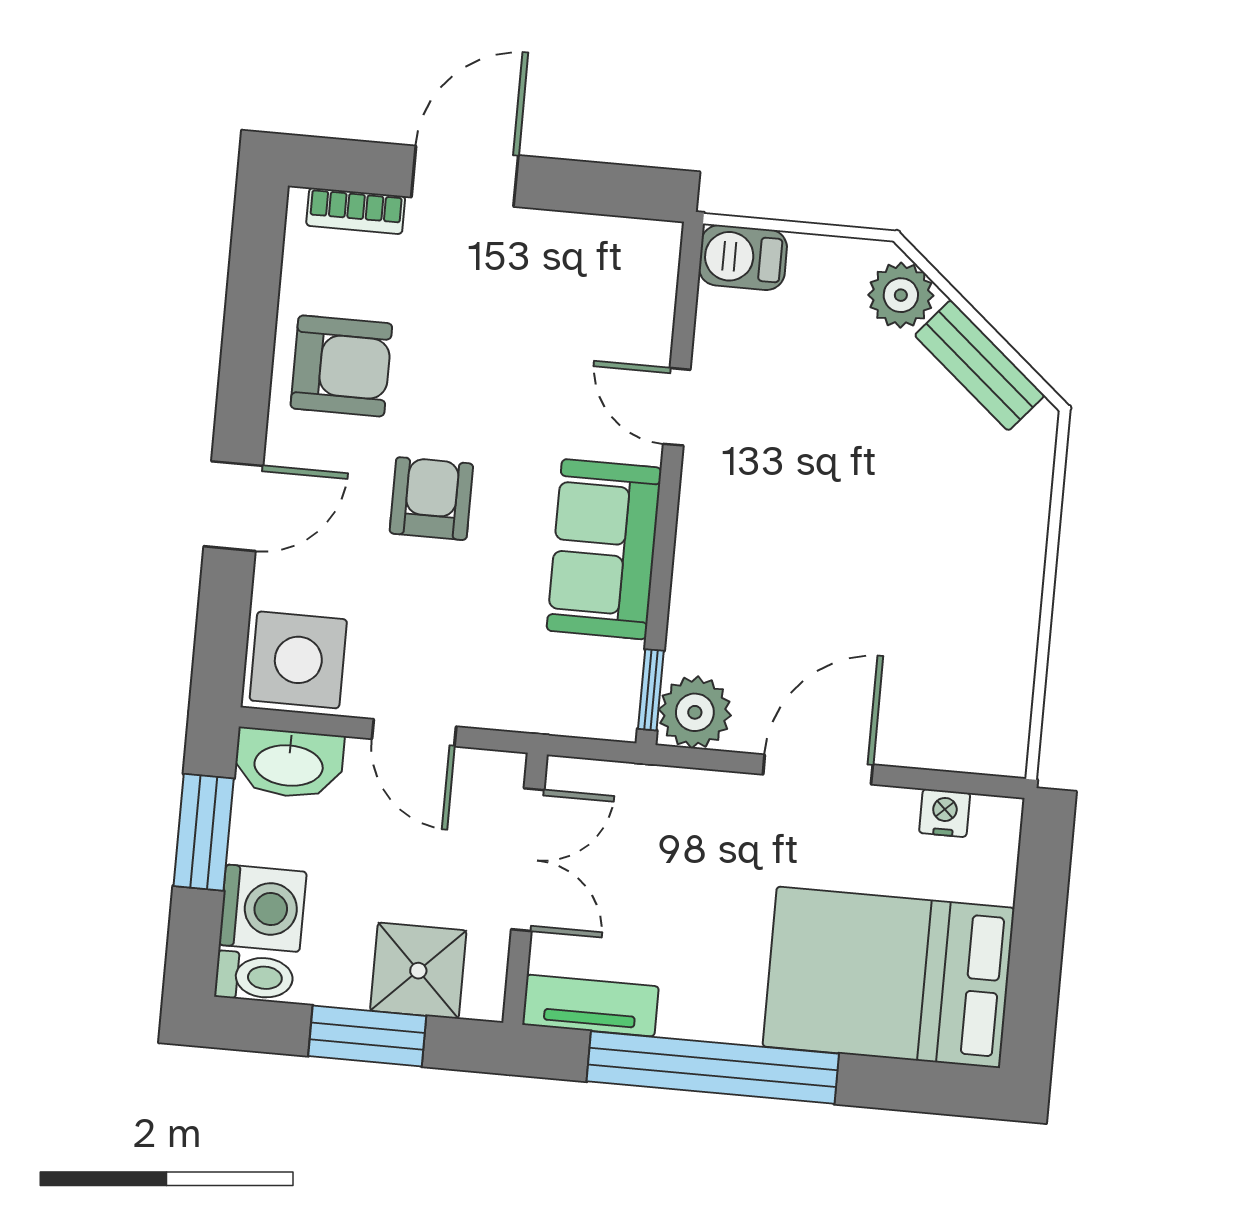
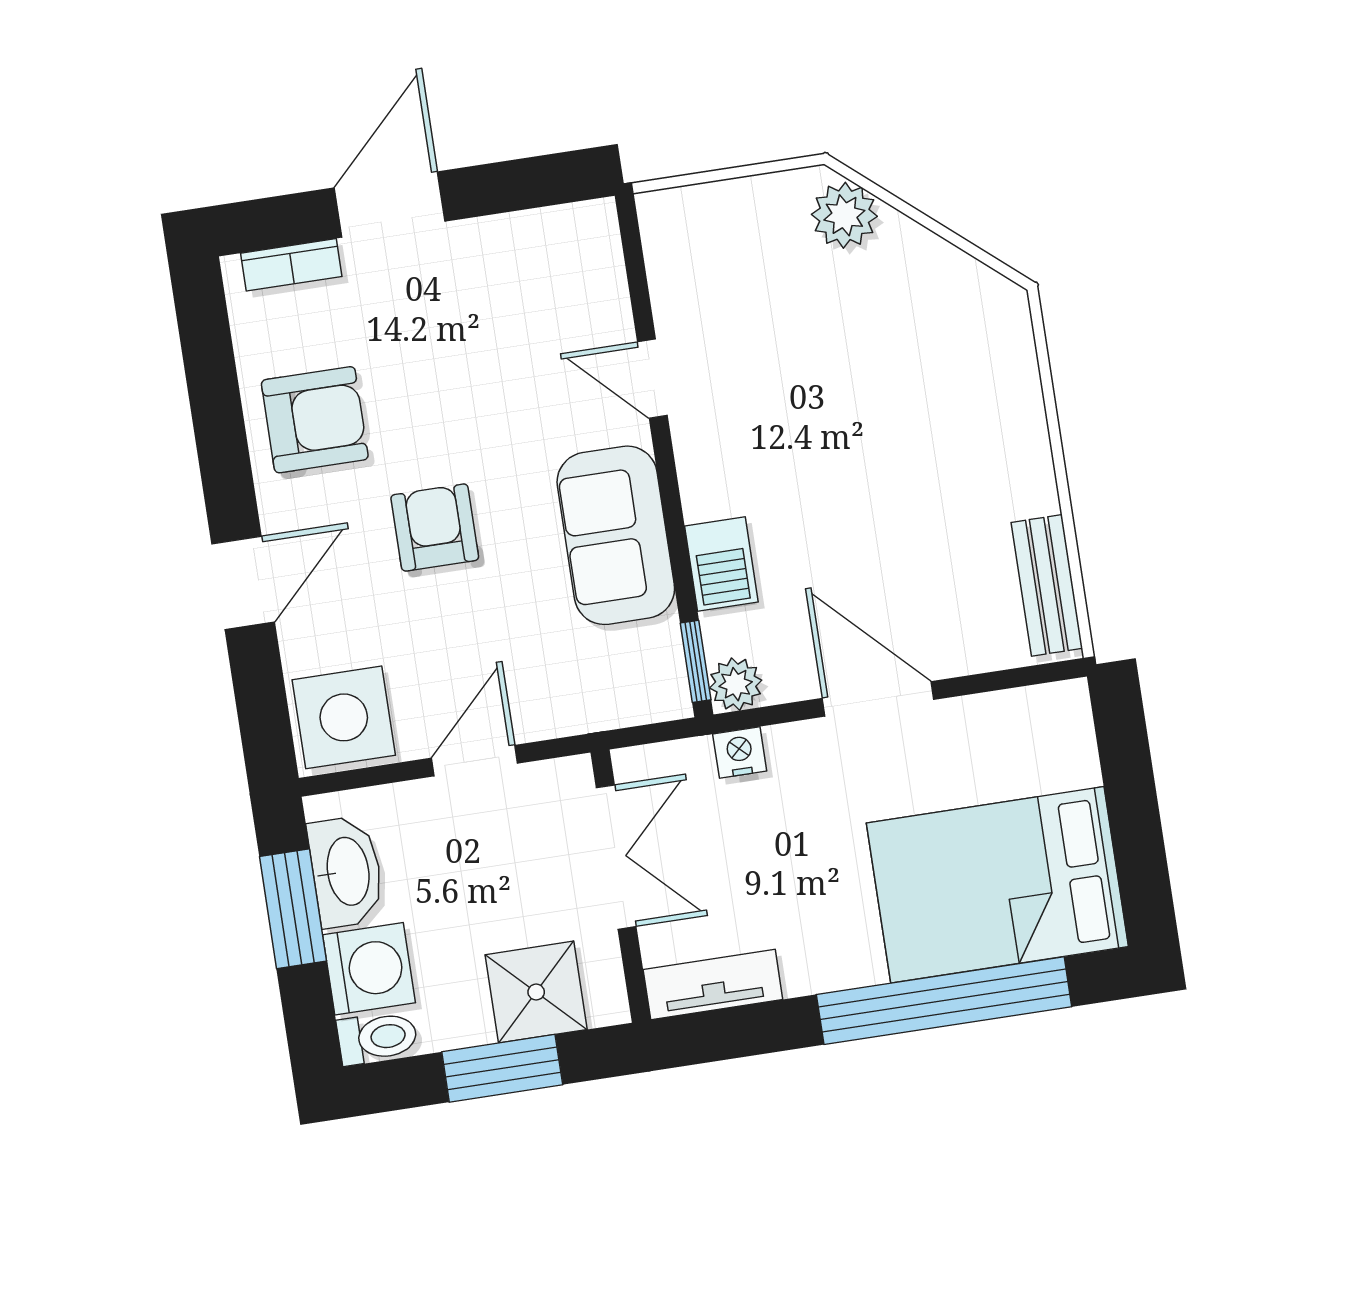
barbecue: (743, 257) -> (721, 564), moved, turned -90
bench: (980, 365) -> (1047, 585), moved, turned 50
plant: (695, 712) -> (736, 684), width x0.73, depth x0.73
door: (414, 733) -> (474, 761), swing flipped
washbasin: (289, 764) -> (346, 872), moved, turned -90
door: (818, 769) -> (878, 699), hinge flipped
nightstand: (945, 813) -> (740, 752), moved
window: (713, 1067) -> (944, 1001), moved

